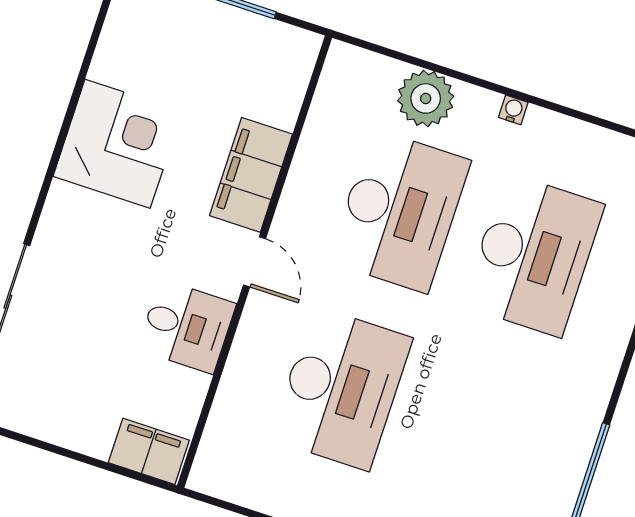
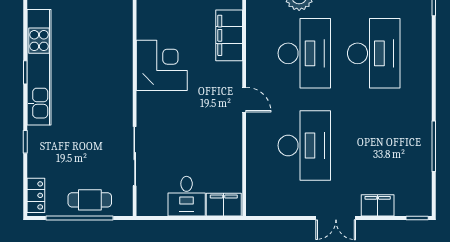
filing cabinet: (251, 175) -> (229, 35), moved
desk: (187, 327) -> (187, 196), moved, turned 90

